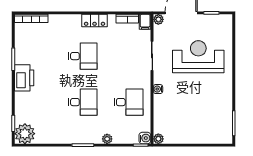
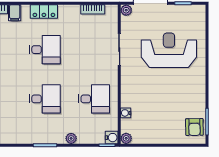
locker: (95, 21) -> (44, 12), moved
filing cabinet: (145, 22) -> (15, 13), moved
water cooler: (158, 89) -> (126, 113), moved
armchair: (222, 128) -> (194, 127), added

